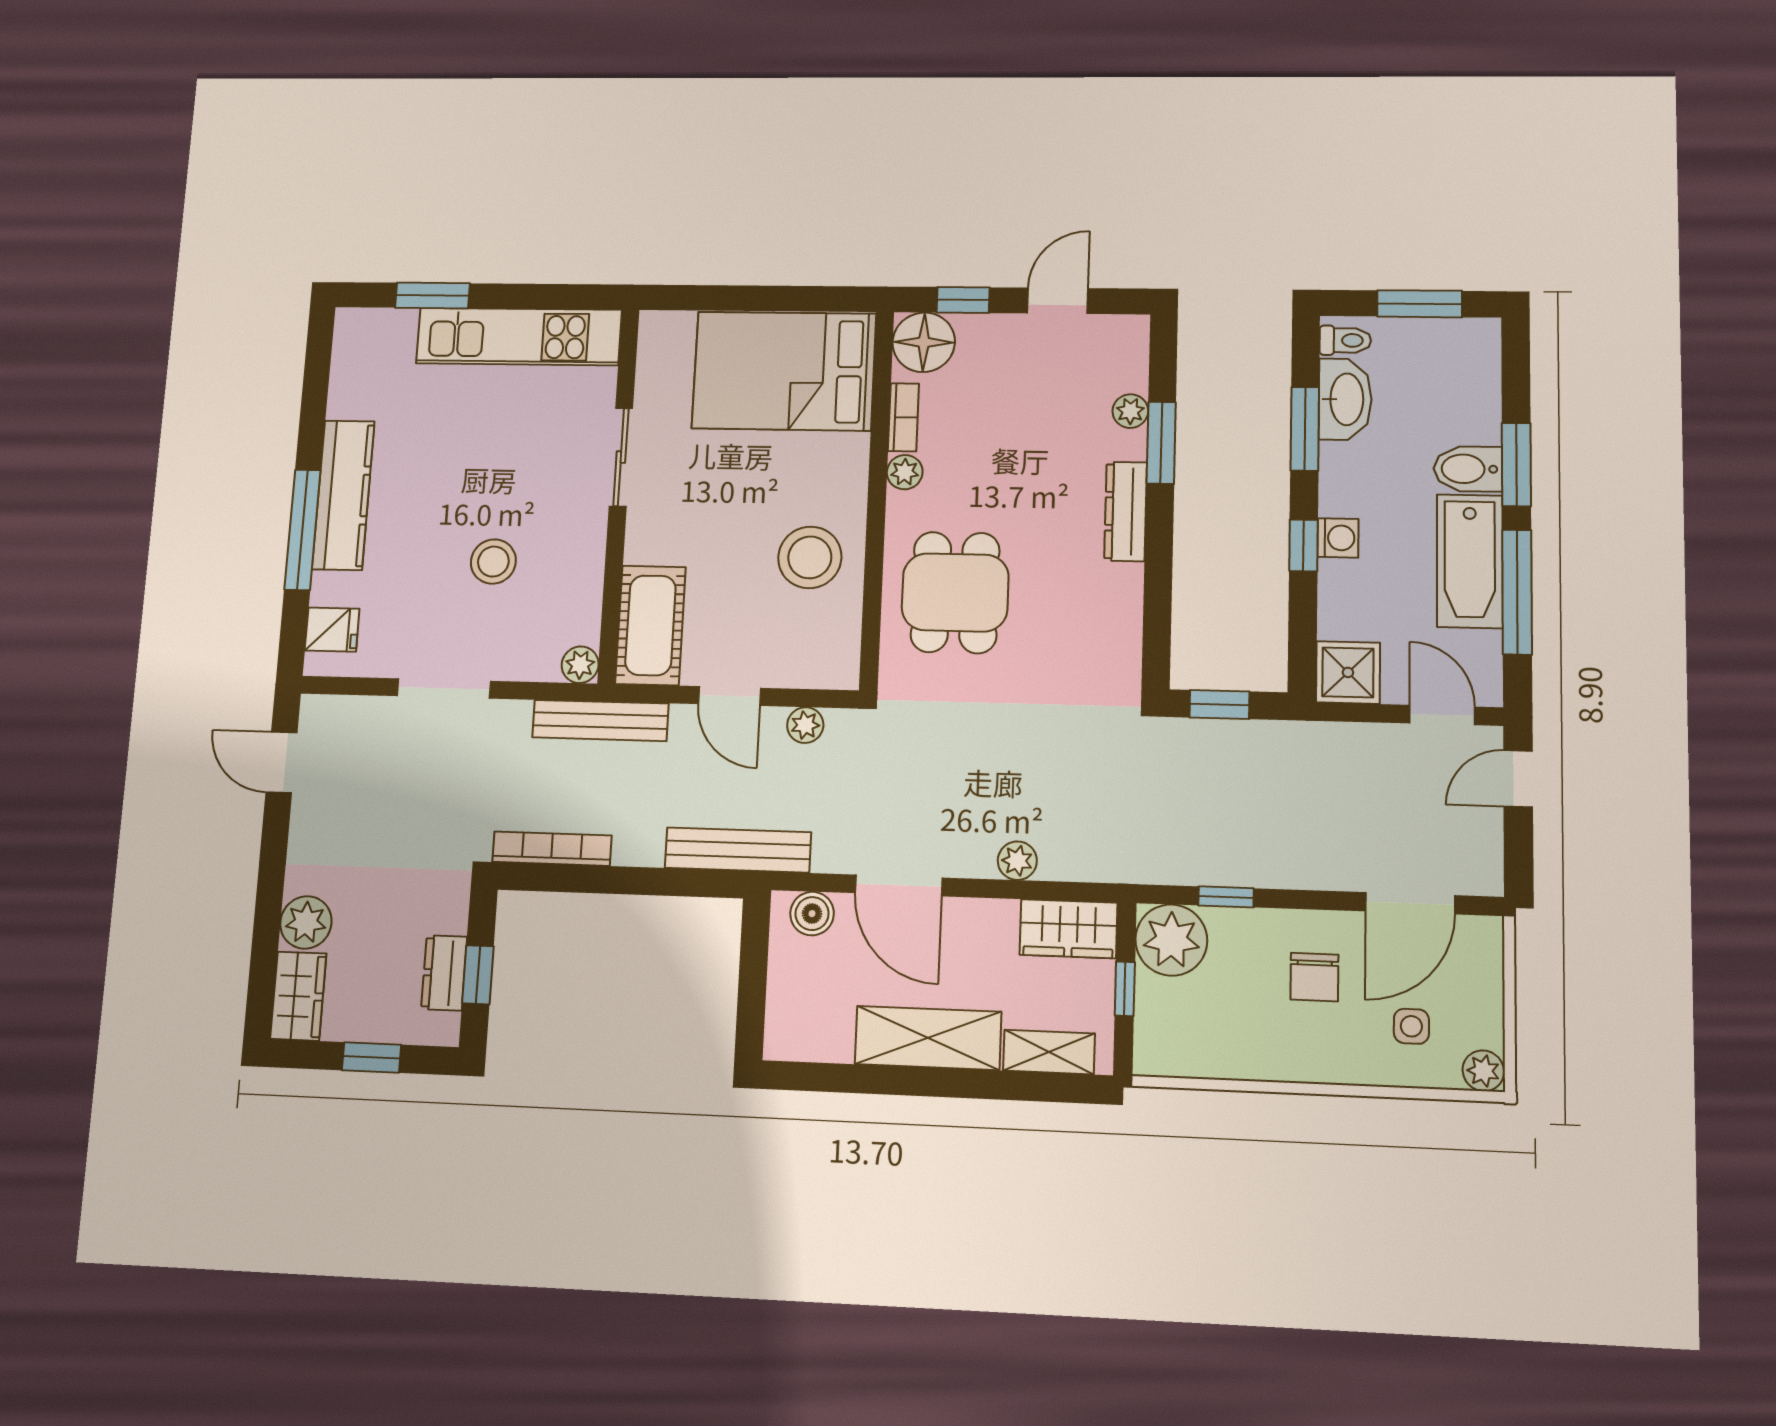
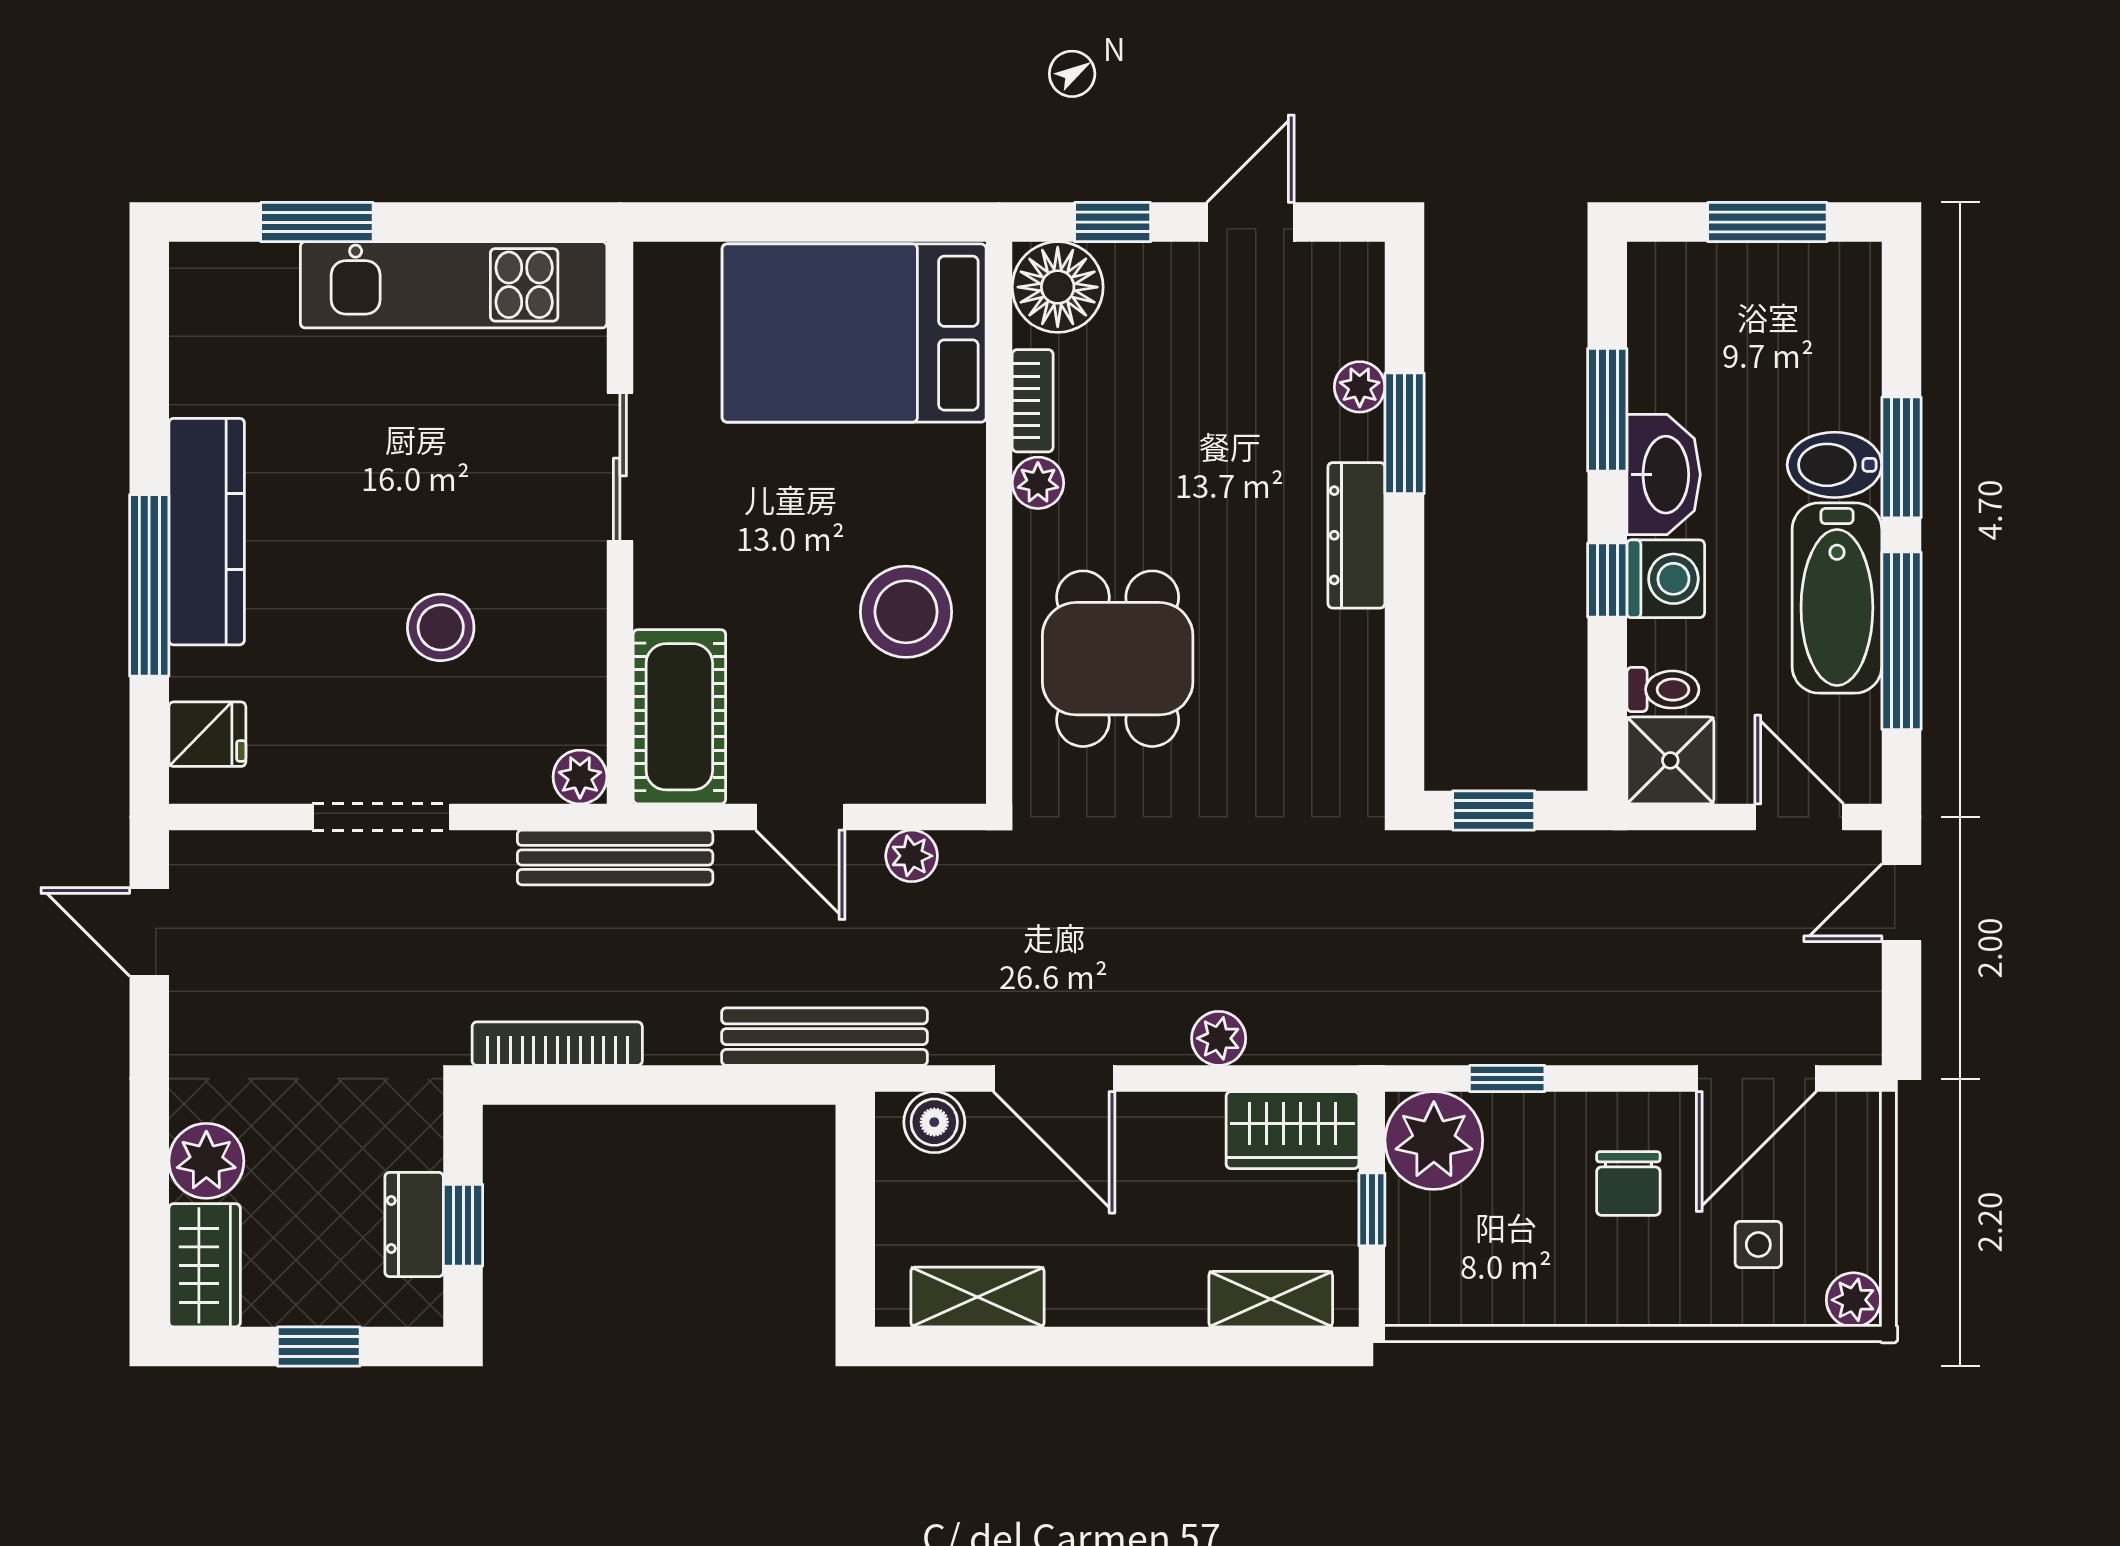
toilet: (1345, 340) -> (1663, 690), moved
washbasin: (1345, 399) -> (1664, 475), moved
washing machine: (1338, 538) -> (1666, 579), width x1.38, depth x1.38
shelving: (928, 1038) -> (978, 1297), moved, width x0.67, depth x0.75

